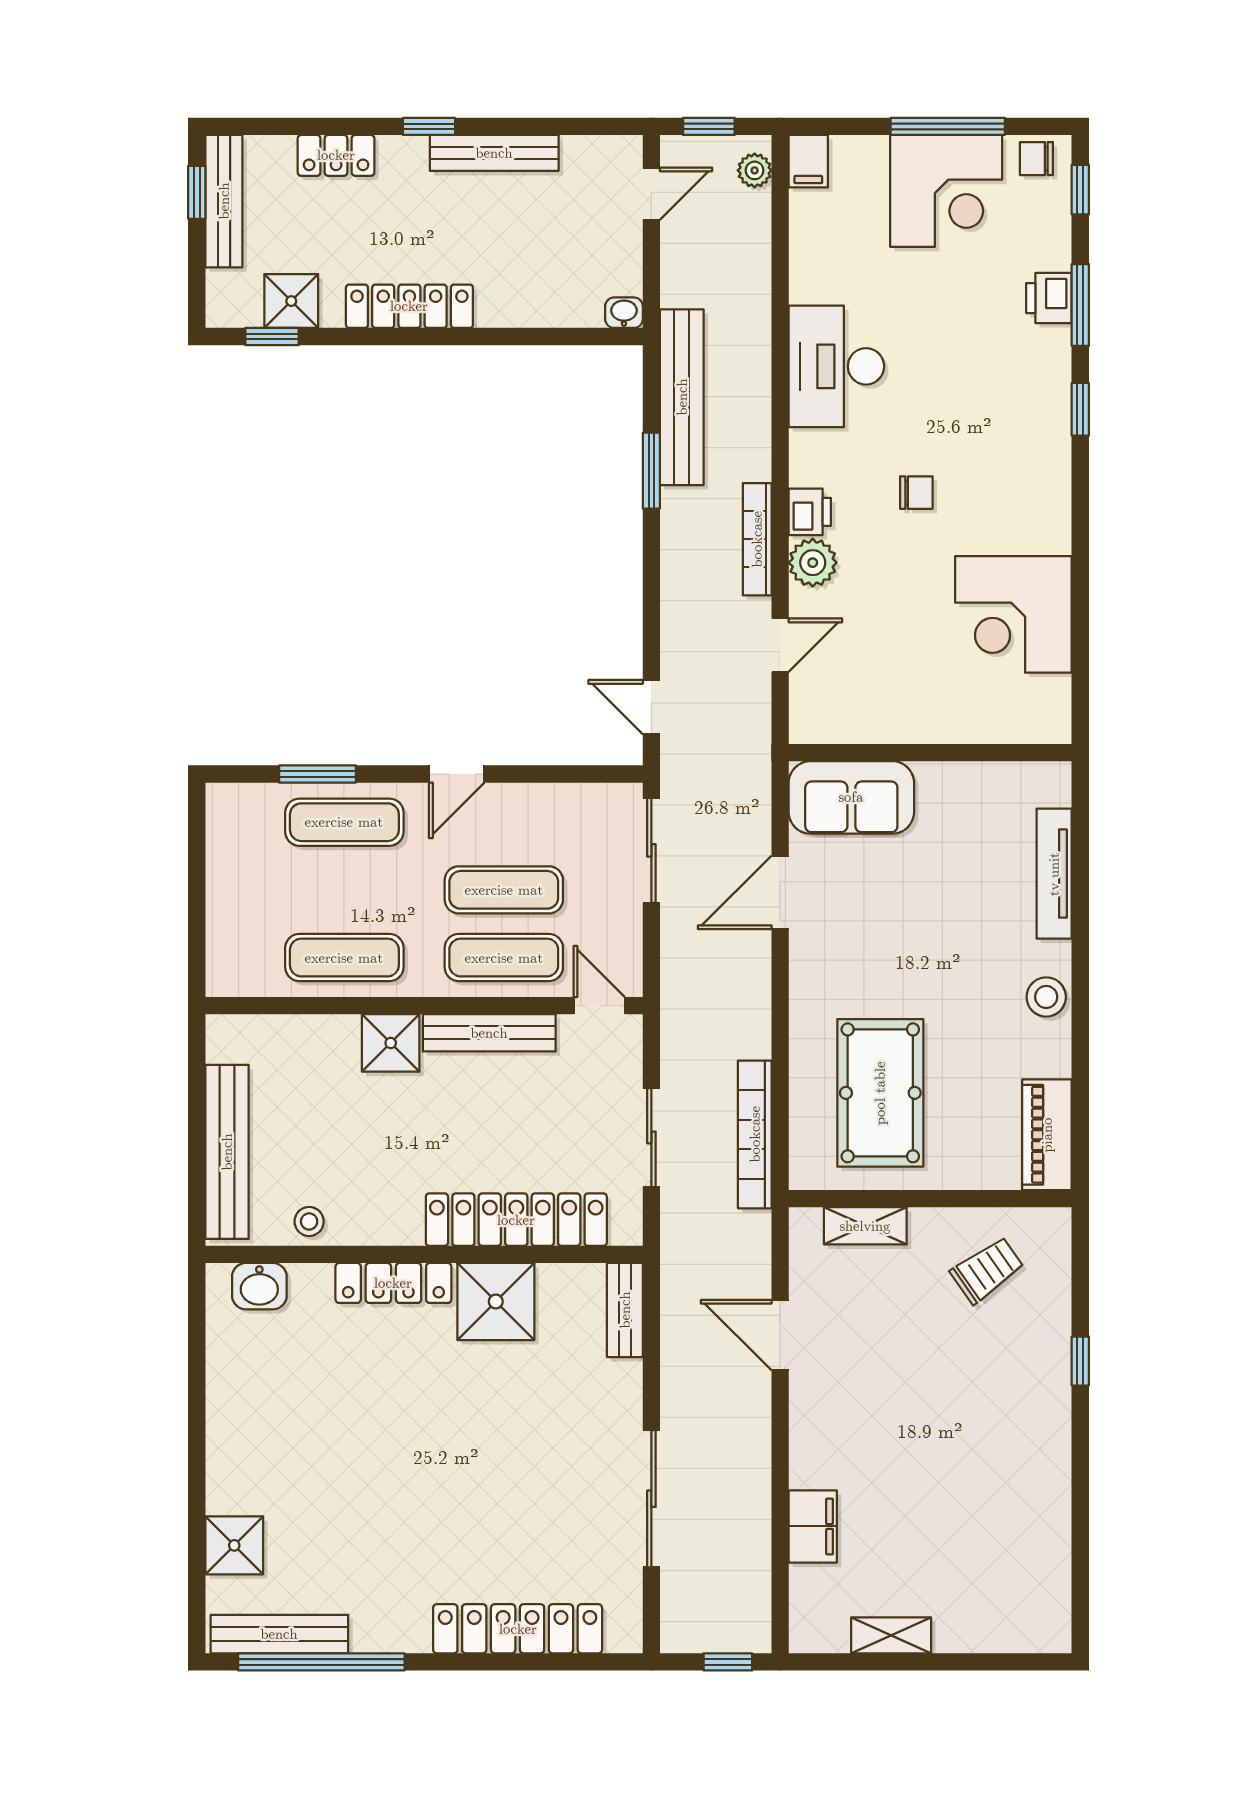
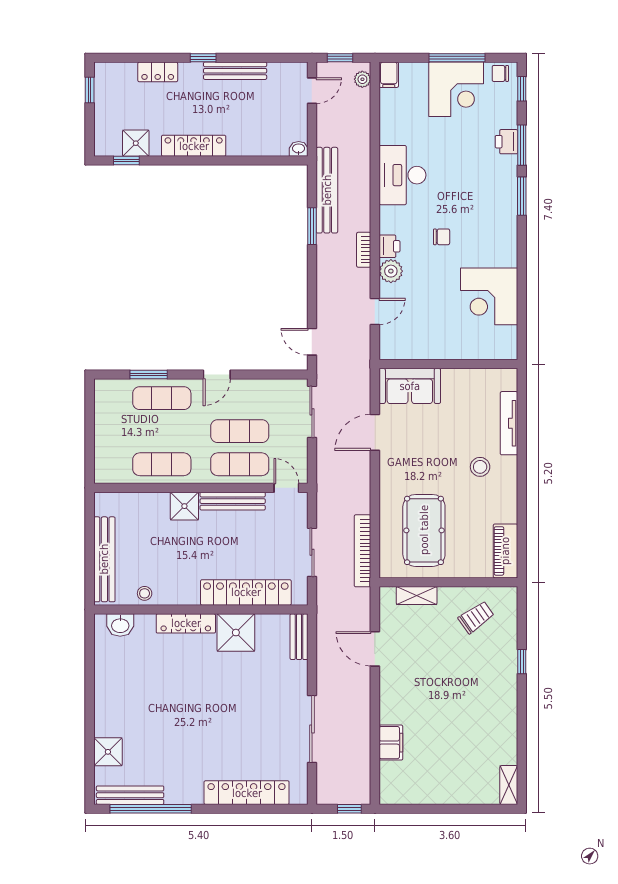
bench: (224, 201) -> (103, 94), removed
window: (1080, 409) -> (522, 196), width x1.50
bookcase: (757, 539) -> (364, 250), width x0.64
stool: (1046, 997) -> (480, 467), moved
shelving: (891, 1635) -> (509, 785), moved, turned 90

